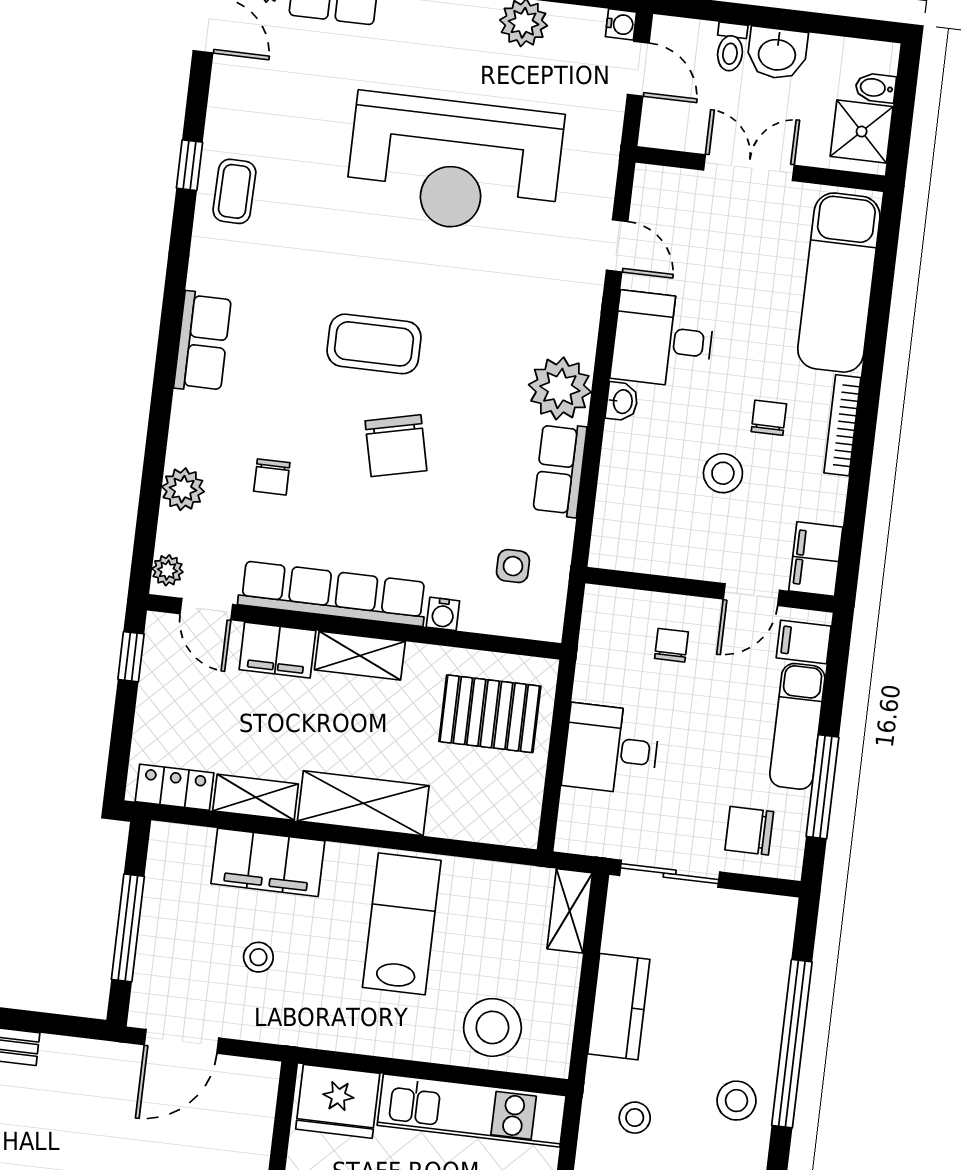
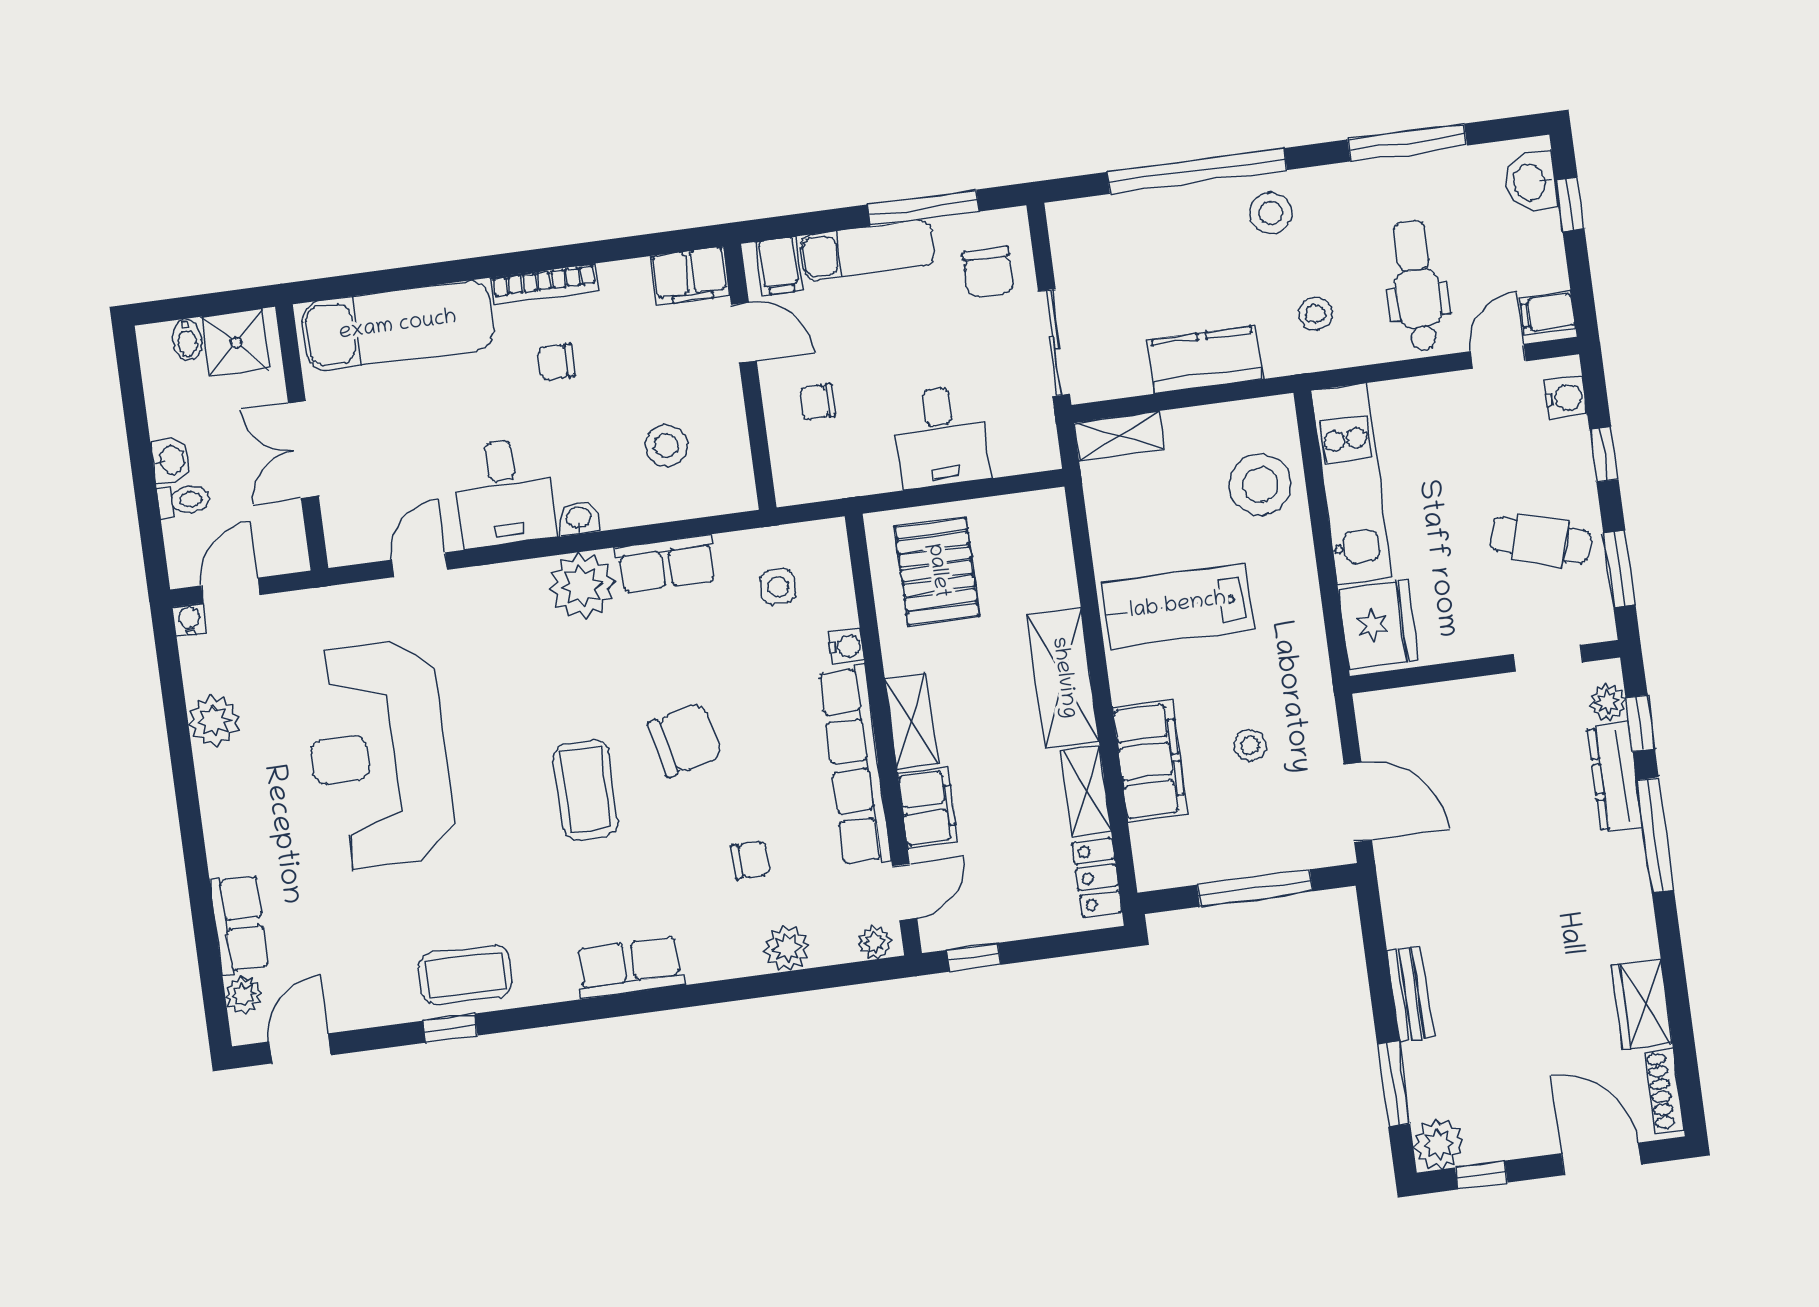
washbasin: (777, 53) -> (171, 460), width x0.72, depth x0.69
reception desk: (454, 164) -> (379, 755), turned 180
coffee table: (234, 191) -> (465, 975), width x1.36, depth x1.30
stool: (723, 473) -> (666, 446), moved

